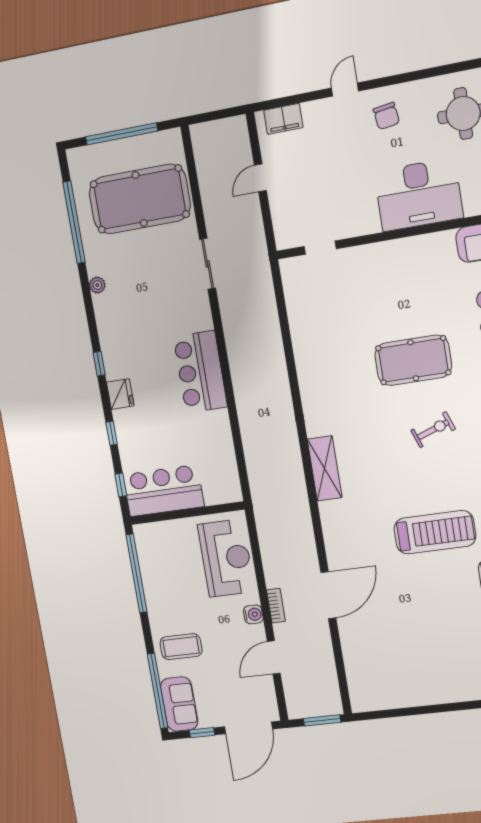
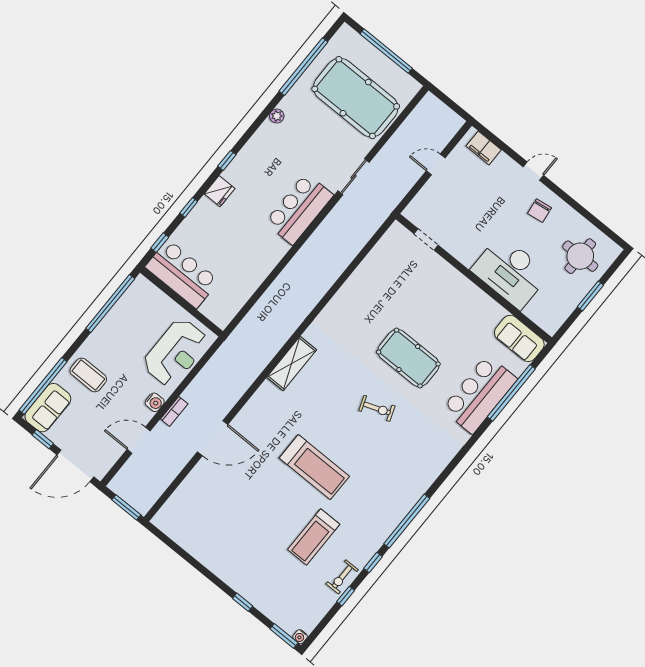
bar counter: (200, 372) -> (299, 209), moved

